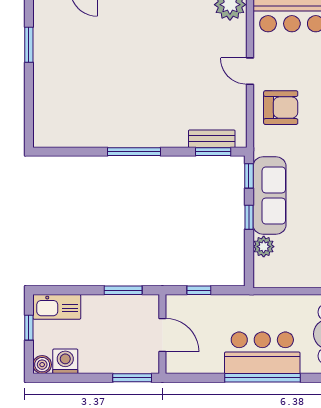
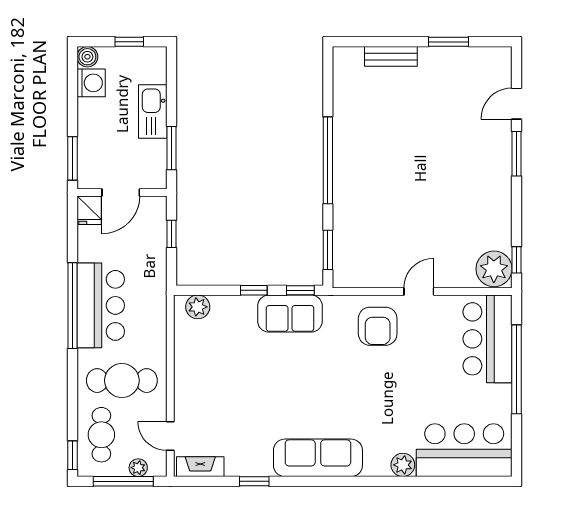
bench: (212, 139) -> (391, 56), moved, turned 90
window: (134, 152) -> (328, 160), width x1.46
sofa: (269, 196) -> (290, 314), width x0.73
plant: (264, 247) -> (198, 307), moved
kitchen sink: (57, 307) -> (153, 111), moved
fridge: (178, 363) -> (89, 210), added

